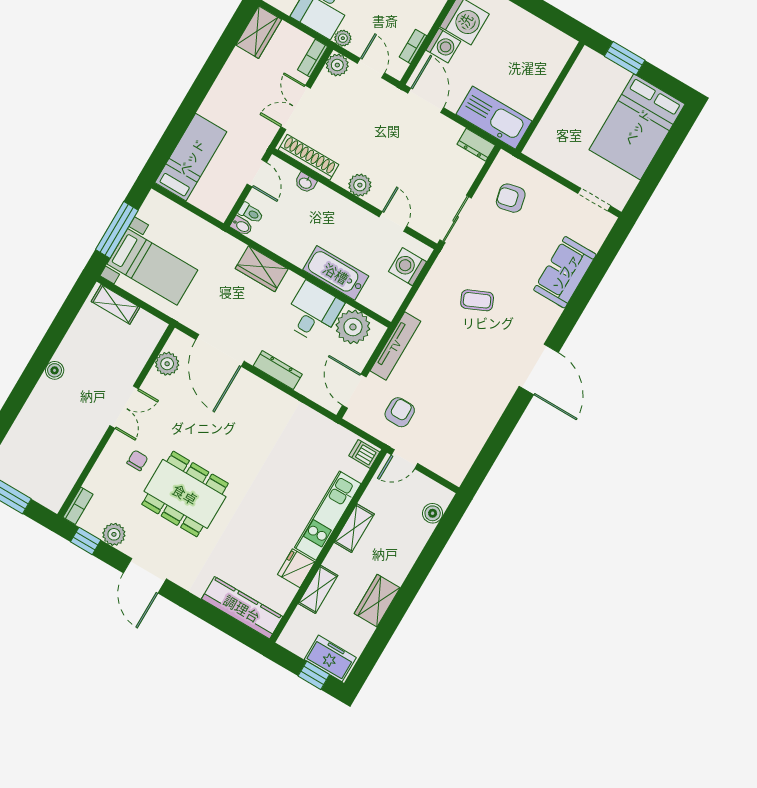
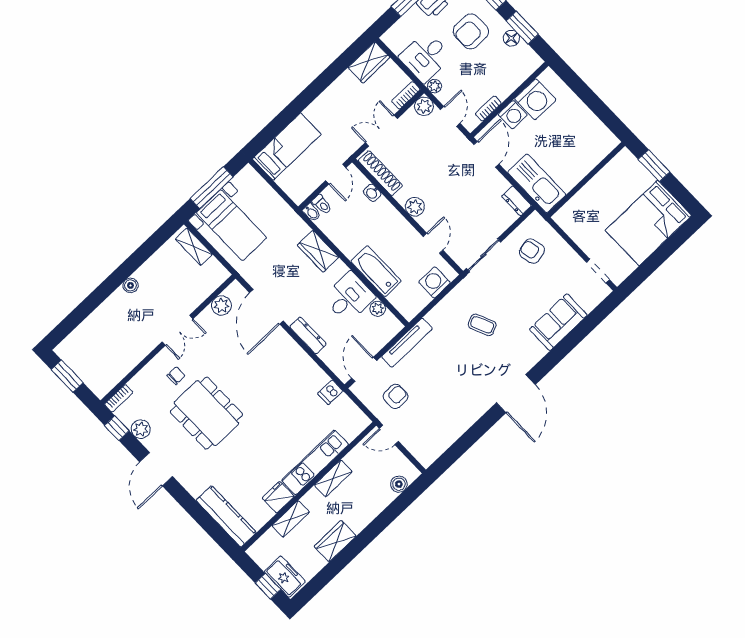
plant: (353, 327) -> (378, 309), width x0.53, depth x0.53
dishwasher: (364, 454) -> (330, 392), moved, turned -90

